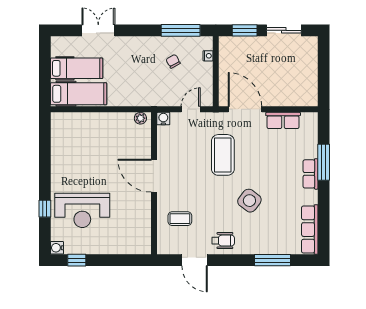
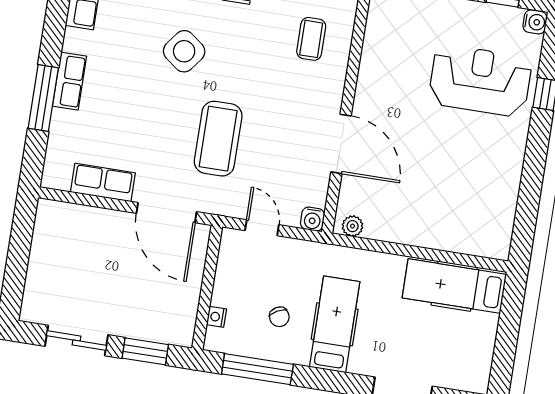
hospital bed: (77, 68) -> (335, 324), moved, turned 90
door: (191, 109) -> (262, 228), swing flipped
door: (154, 176) -> (341, 144), moved
coffee table: (180, 219) -> (311, 39), turned 90

